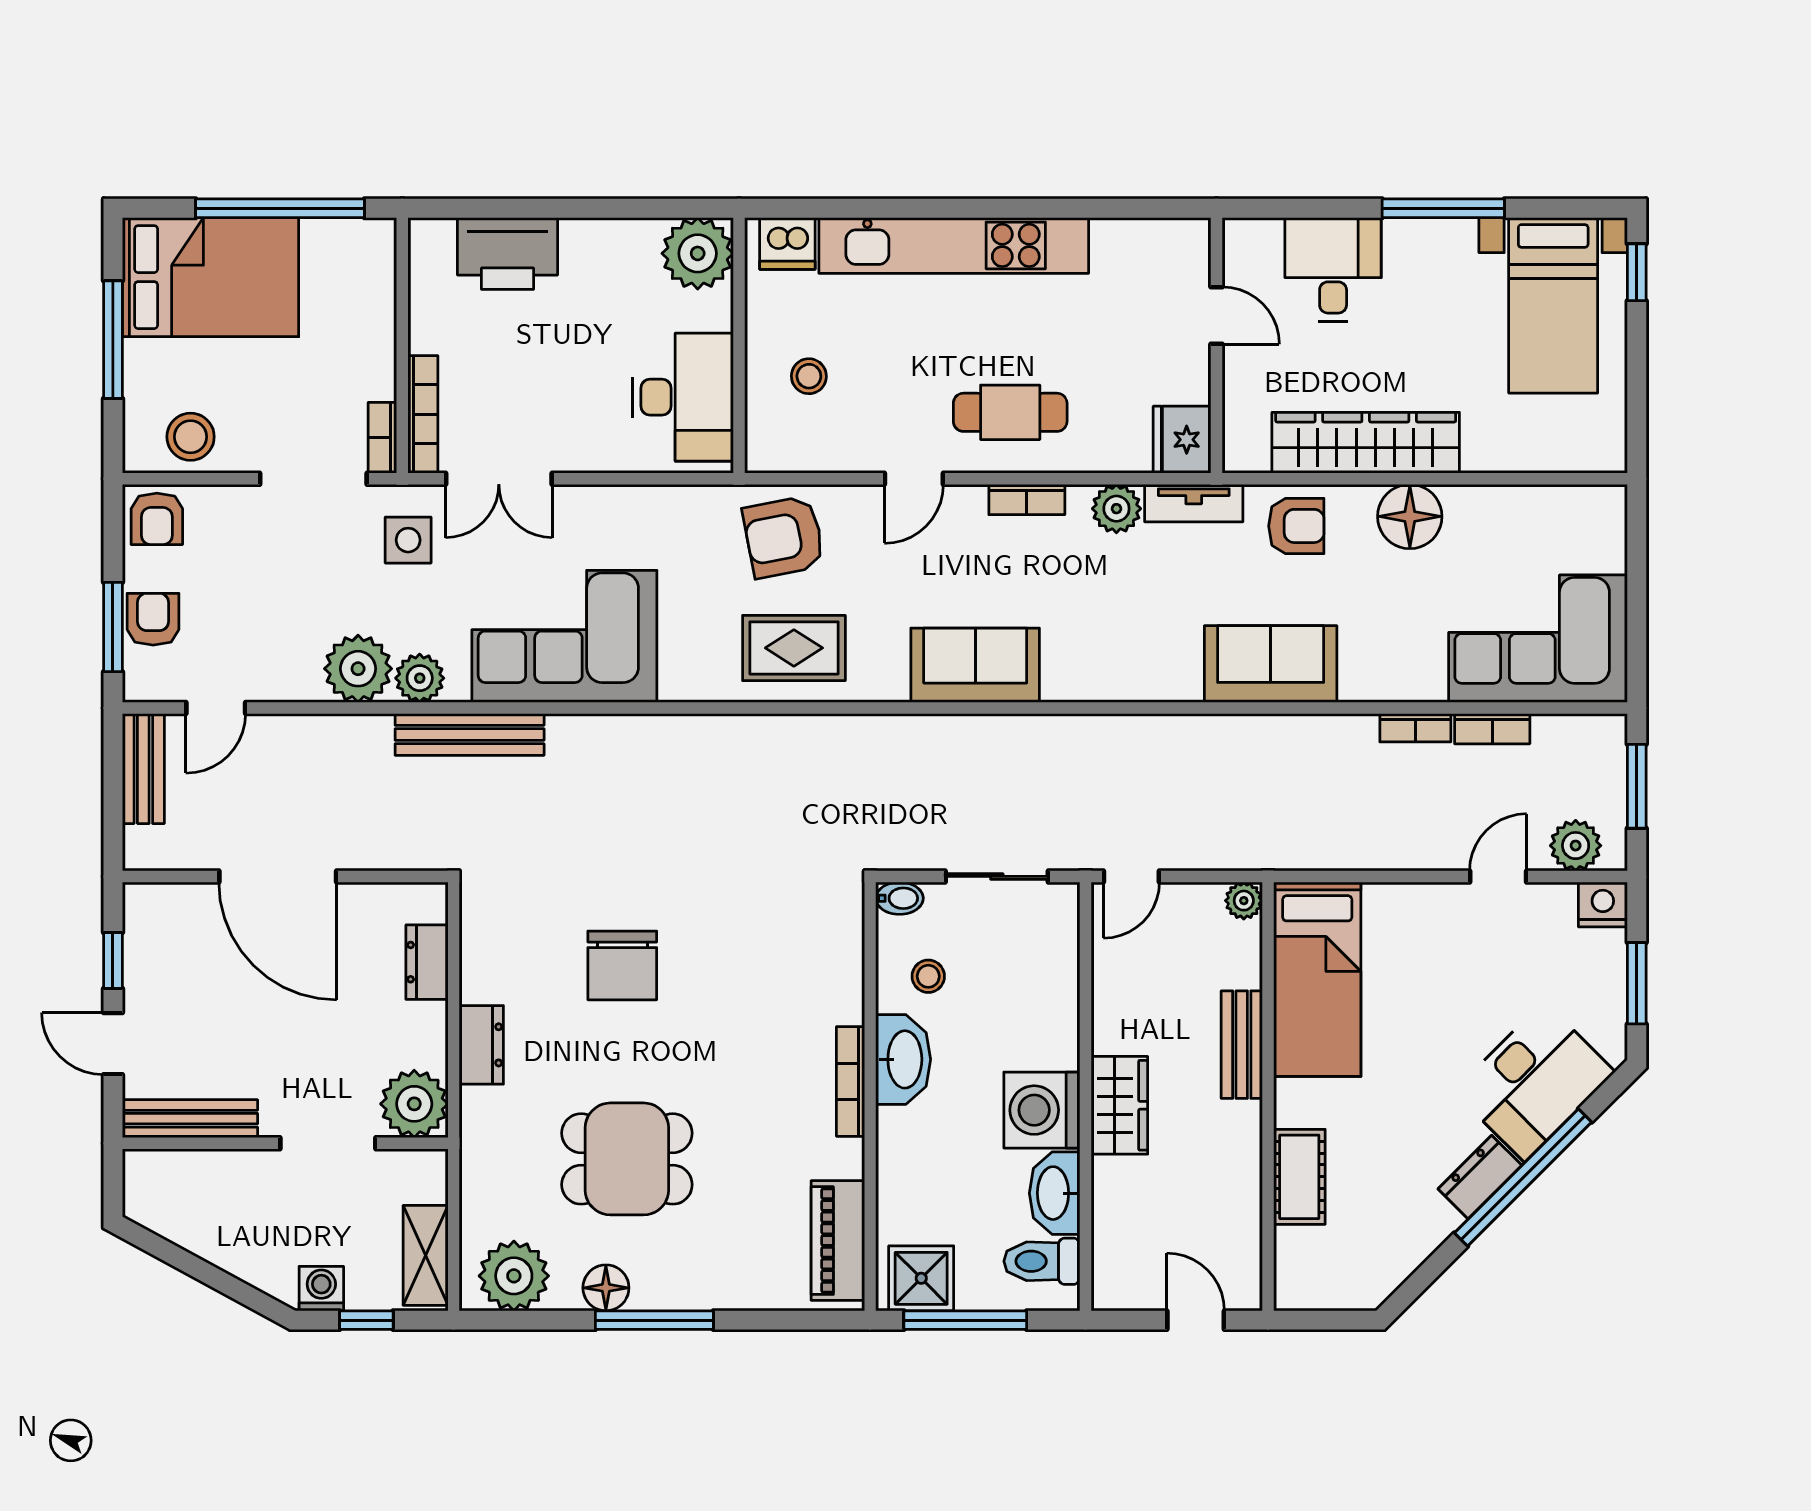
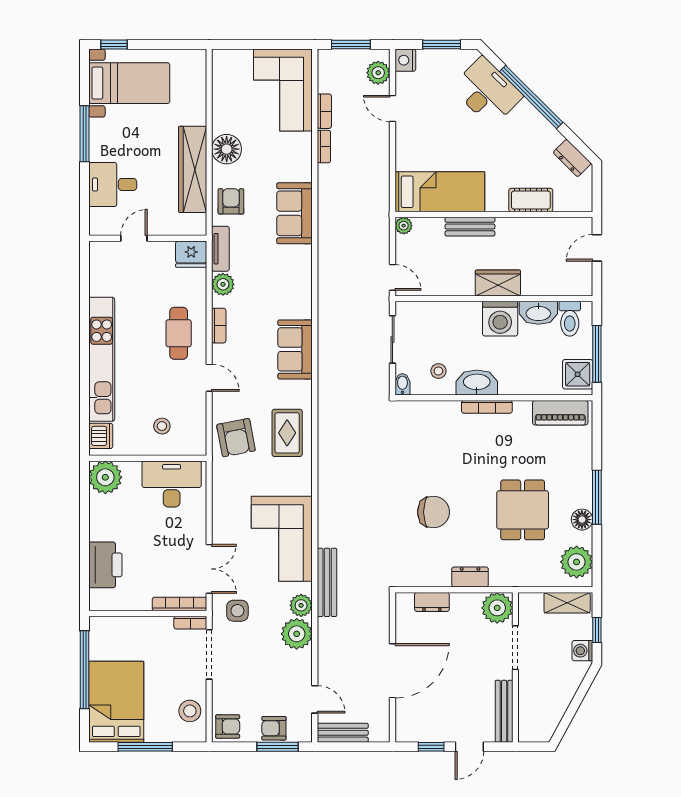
dresser: (1480, 1177) -> (572, 158), moved

